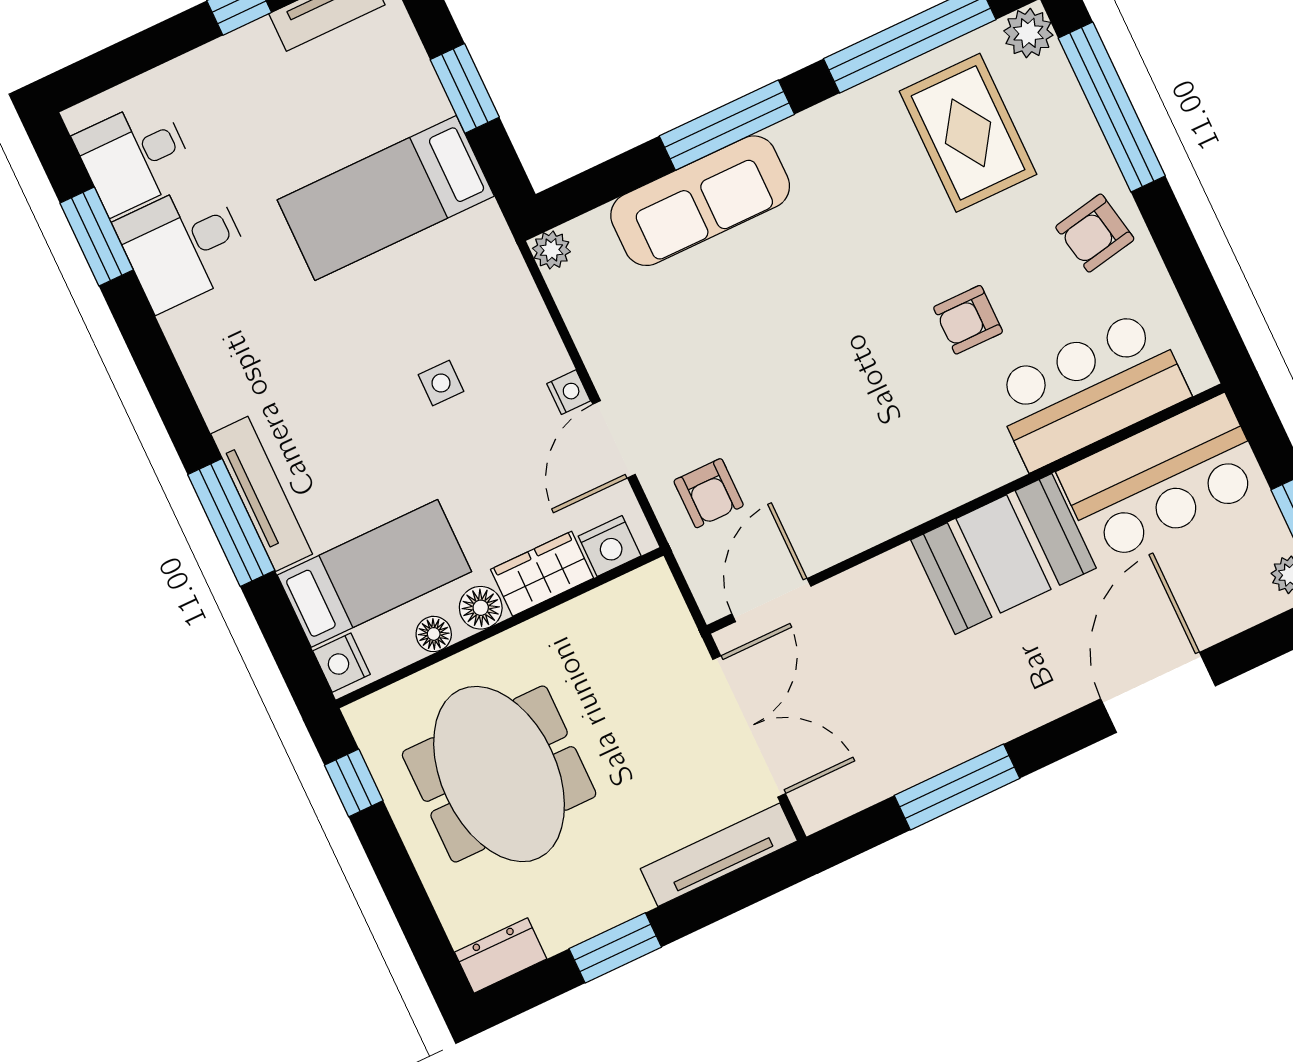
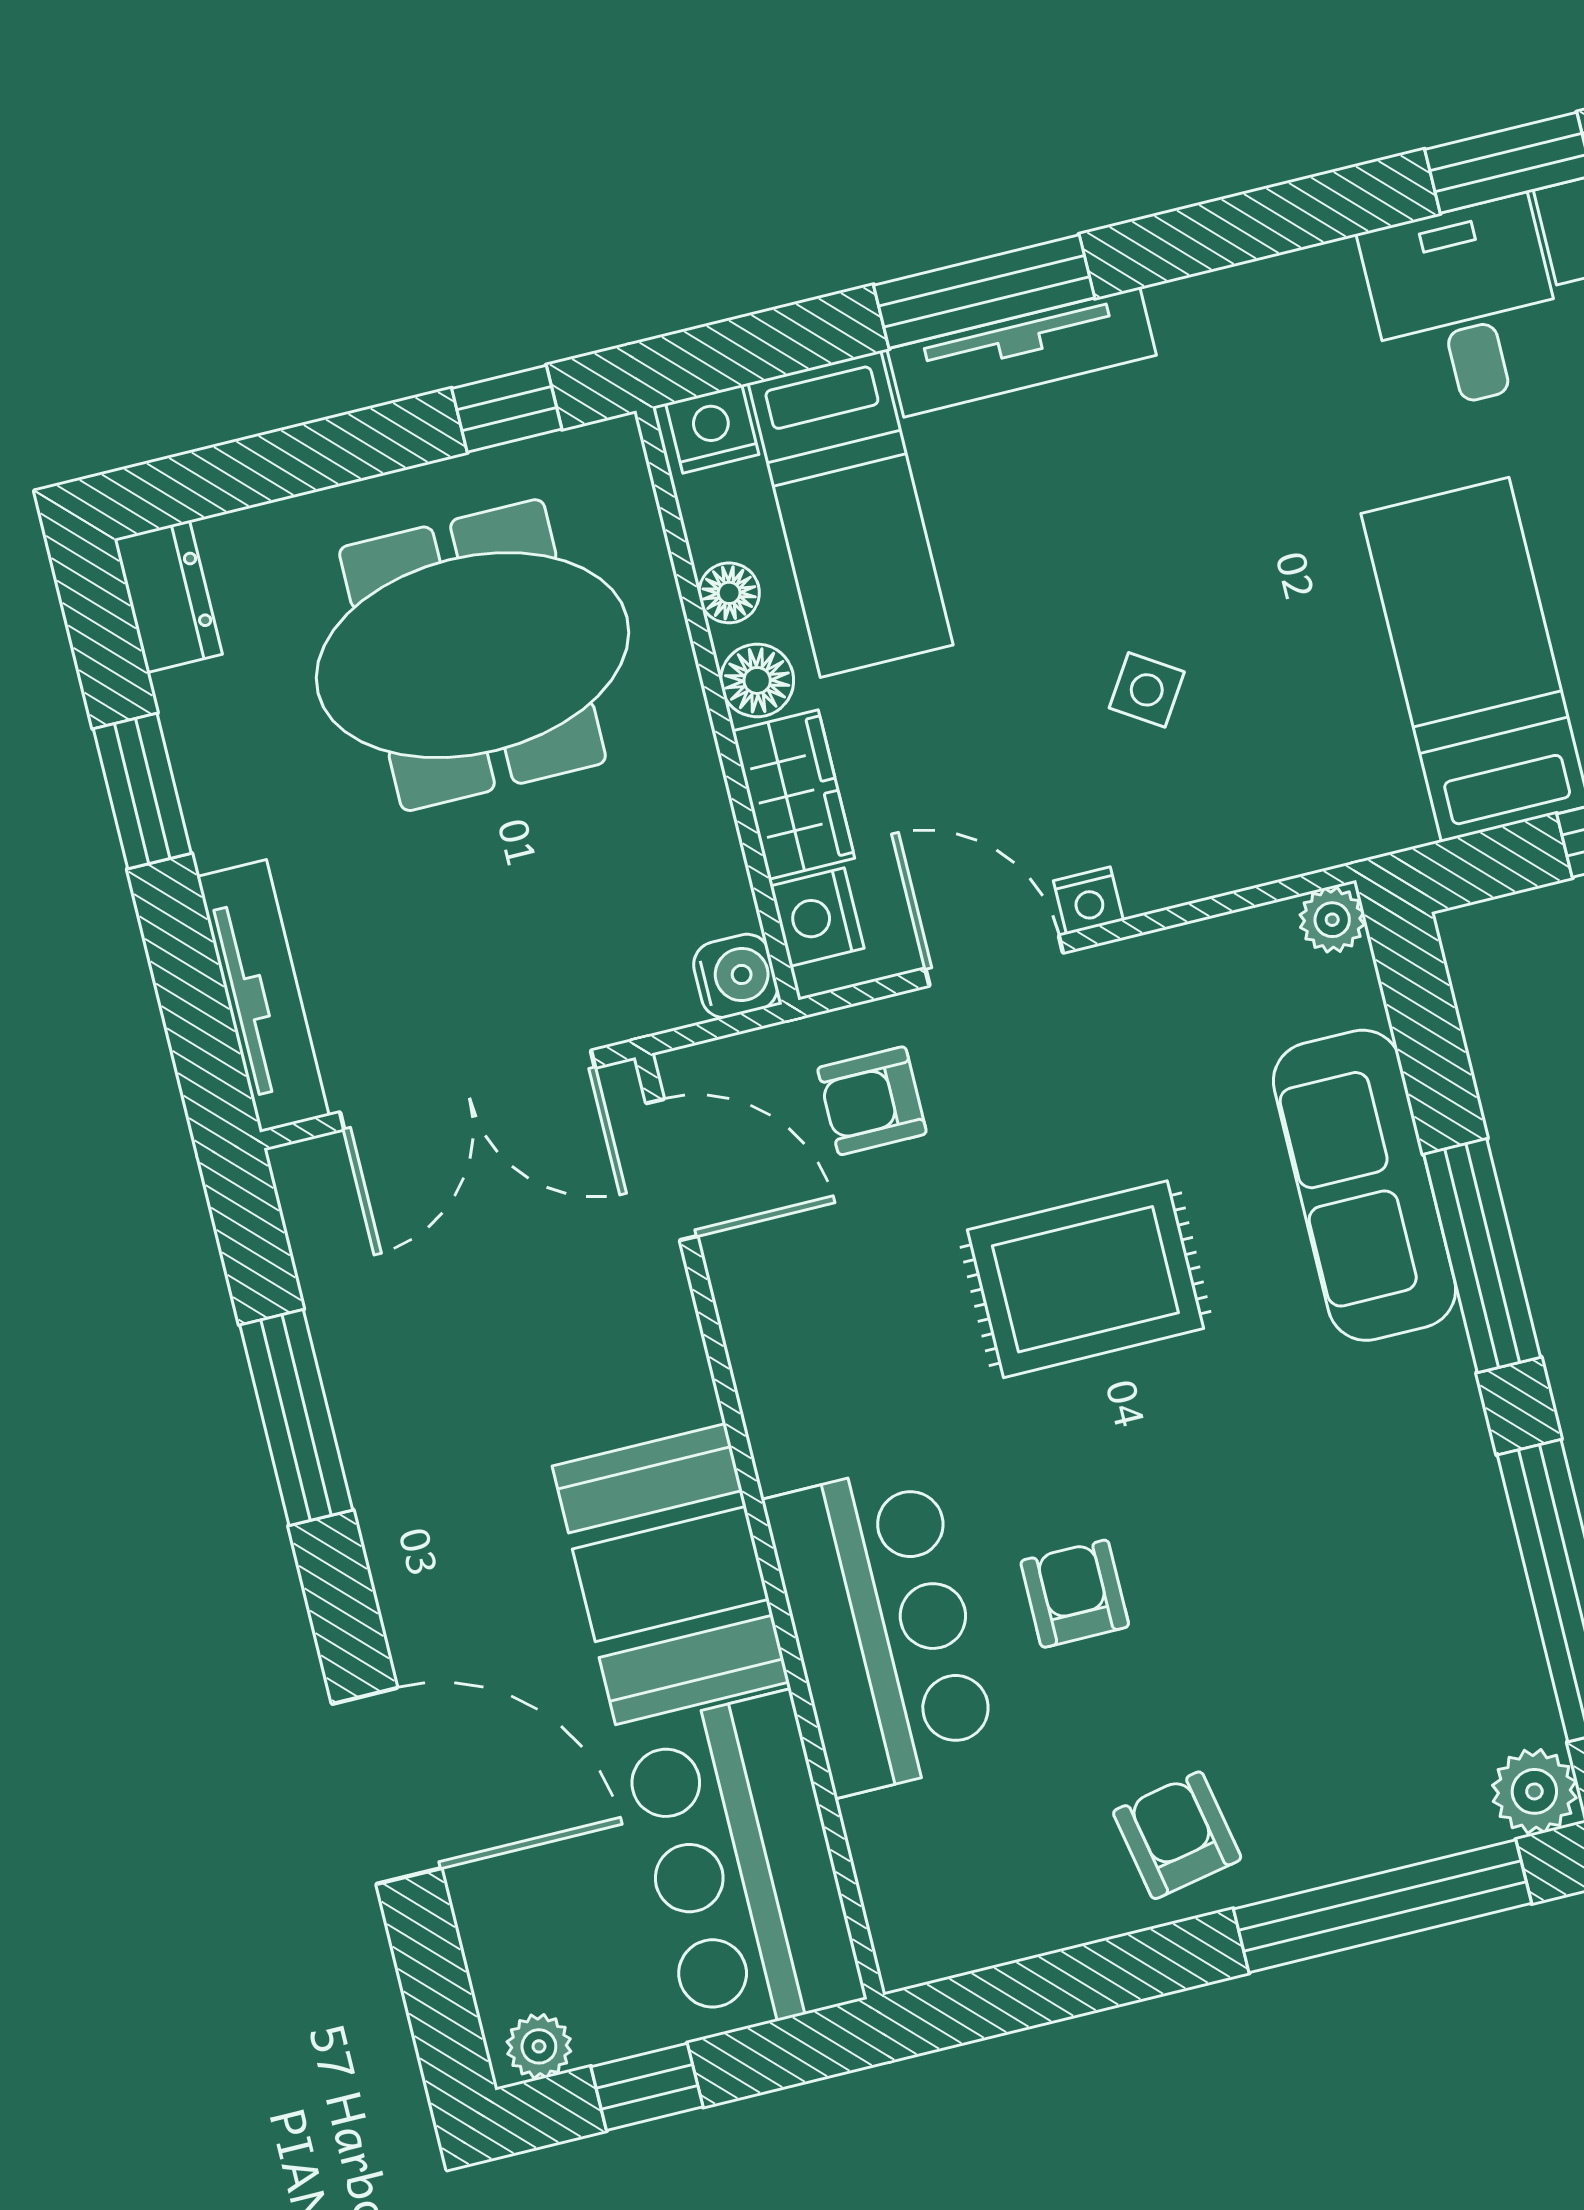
rug: (968, 133) -> (1085, 1279), moved
side table: (441, 383) -> (1147, 690), turned 33
bar counter: (1089, 390) -> (881, 1629), moved
water cooler: (653, 586) -> (736, 976), added

